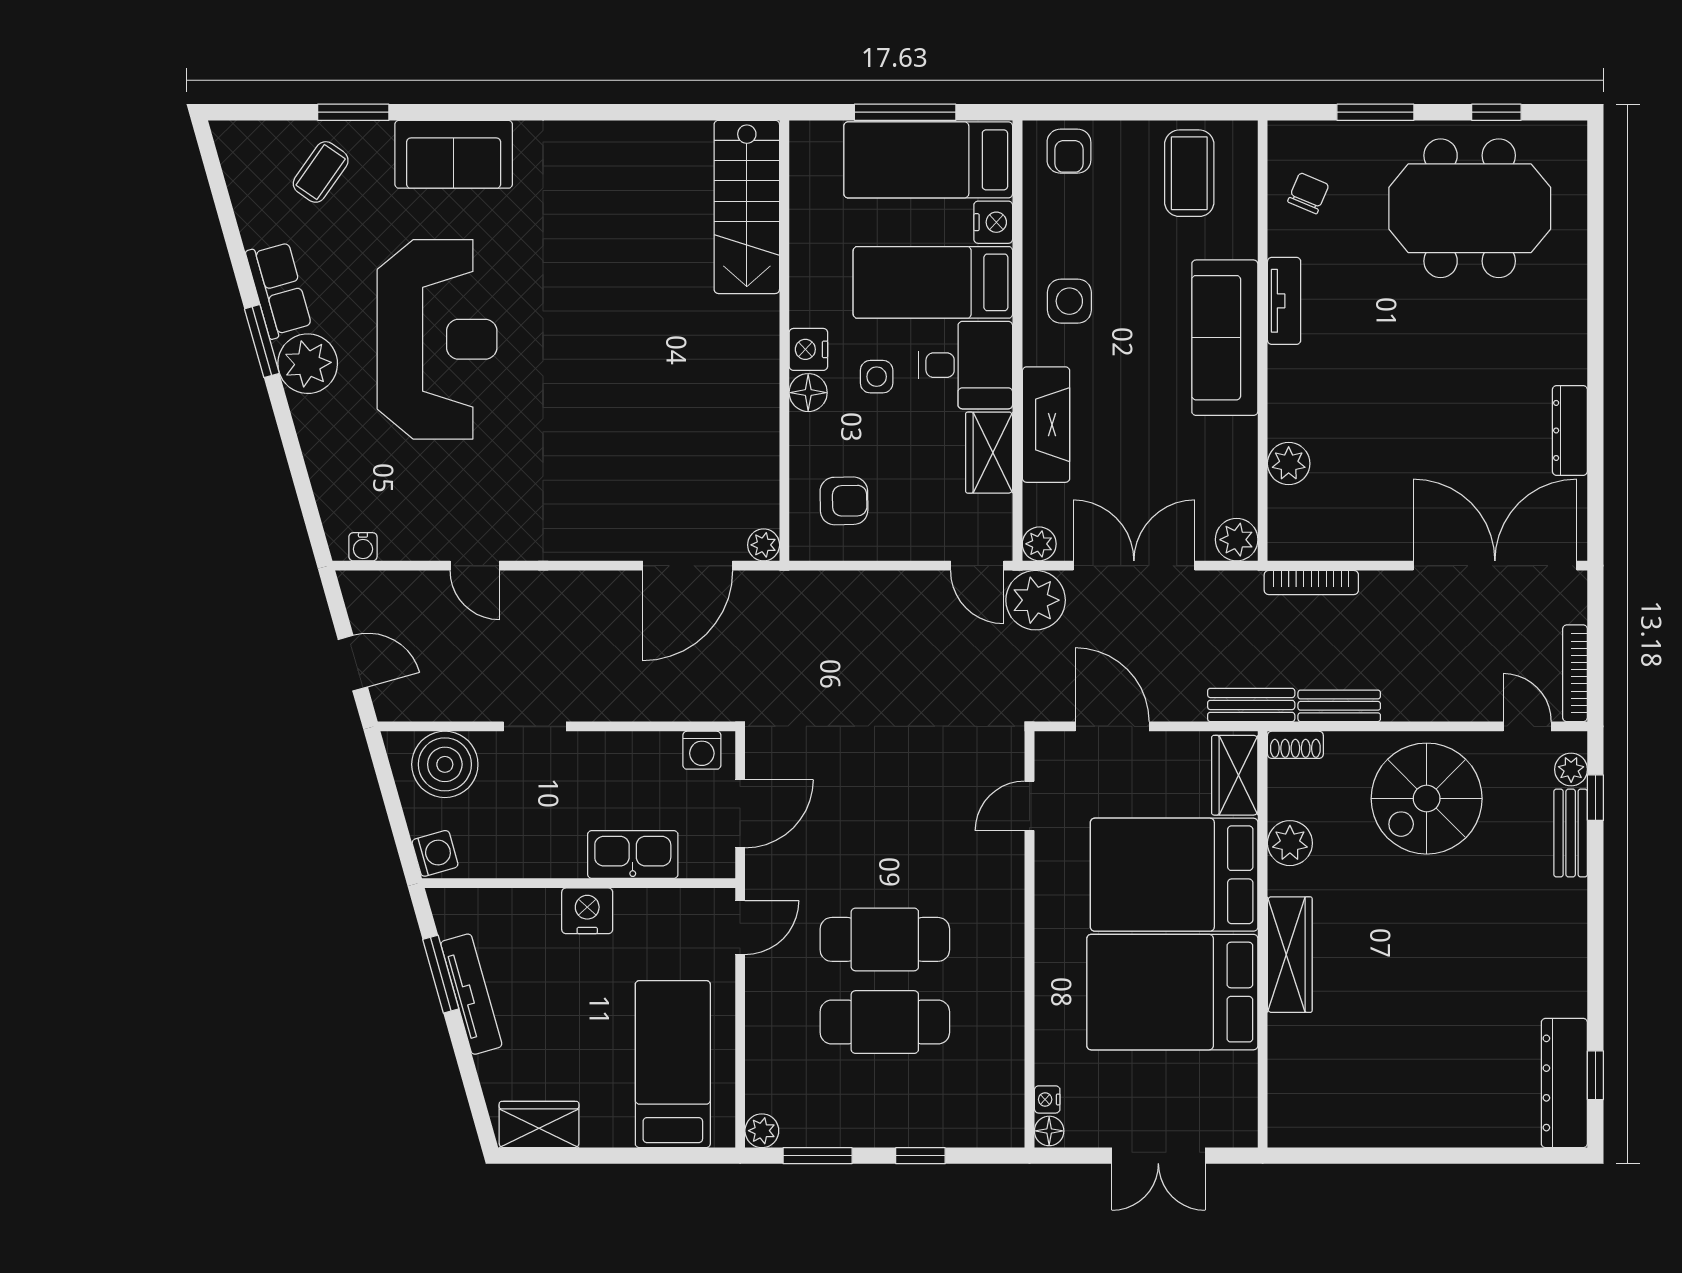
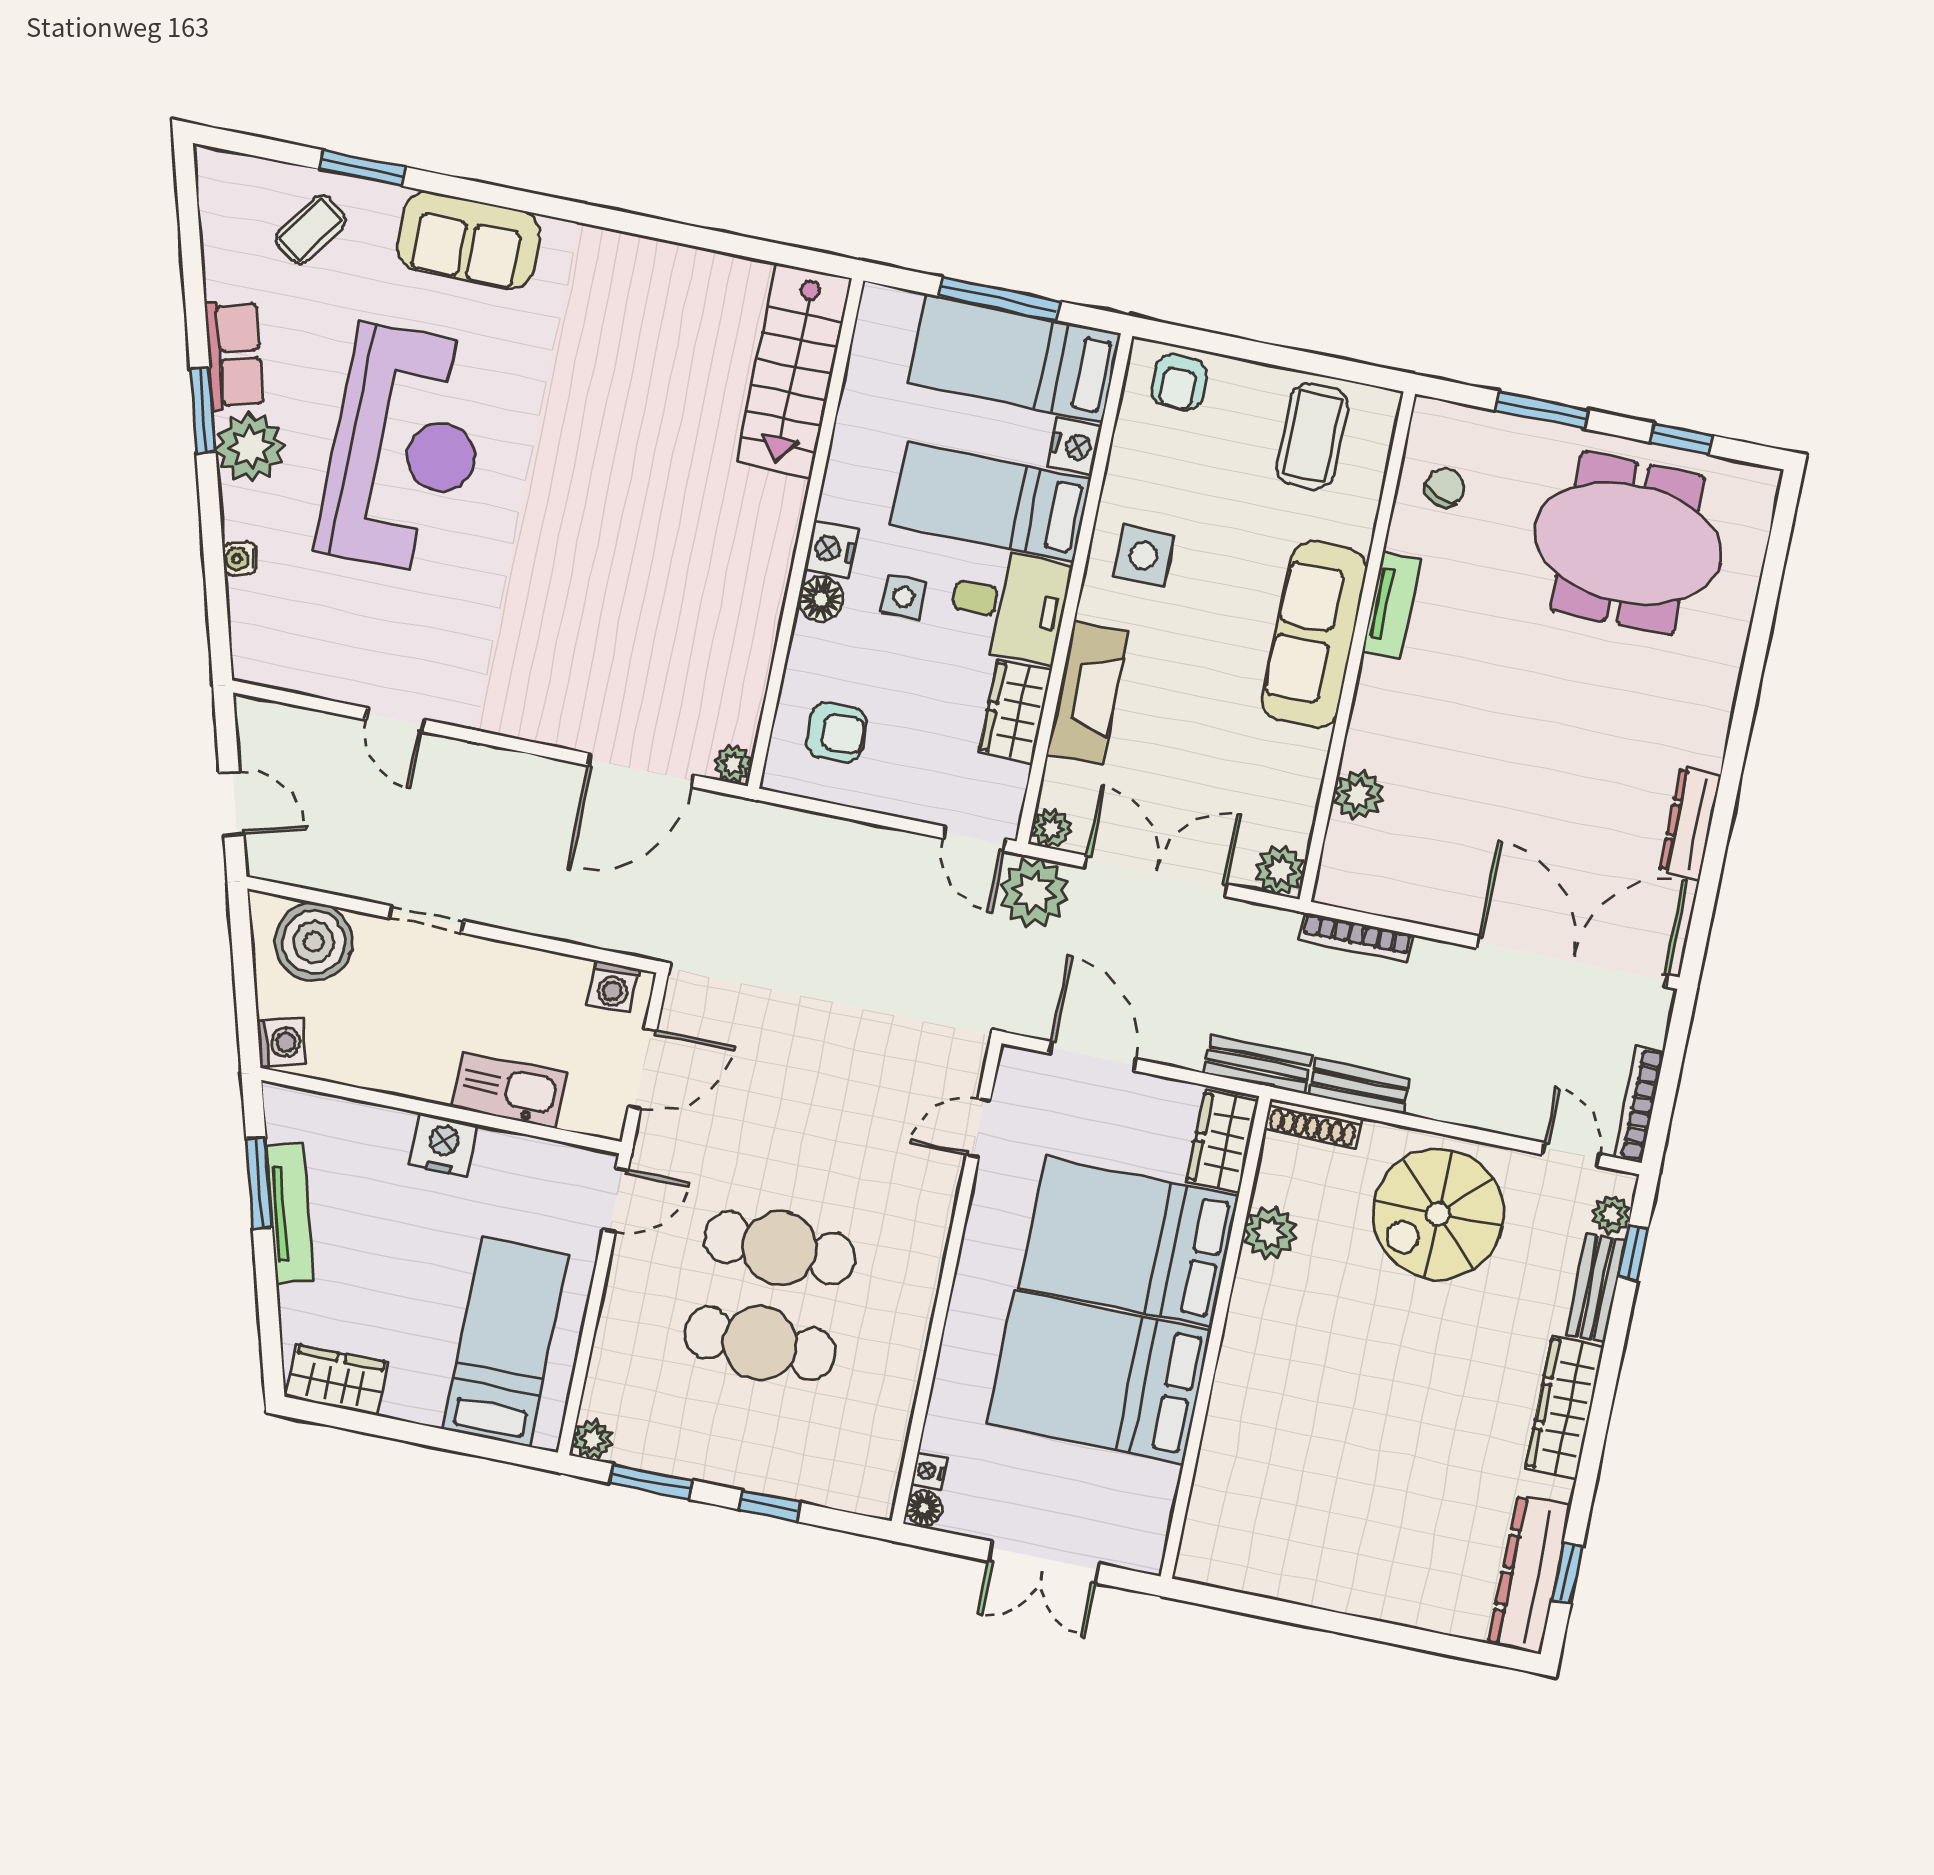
water cooler: (363, 547) -> (240, 559), moved, turned 74
shoe rack: (1295, 745) -> (1313, 1124), width x1.43
wardrobe: (1290, 955) -> (1565, 1407), moved, turned 180

